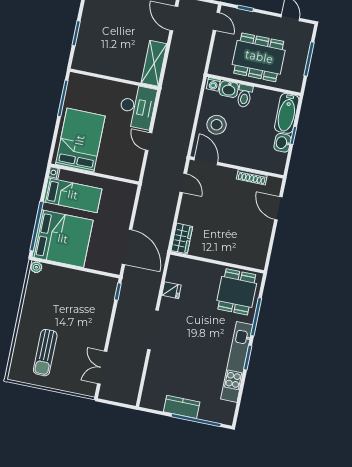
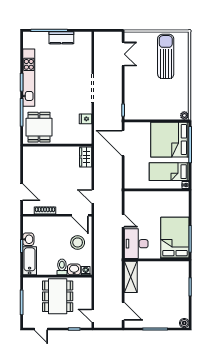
dining table: (259, 57) -> (58, 296), turned 90
bed: (80, 140) -> (175, 238), moved, turned 180
sun lounger: (45, 353) -> (166, 56), width x1.36, depth x1.34

